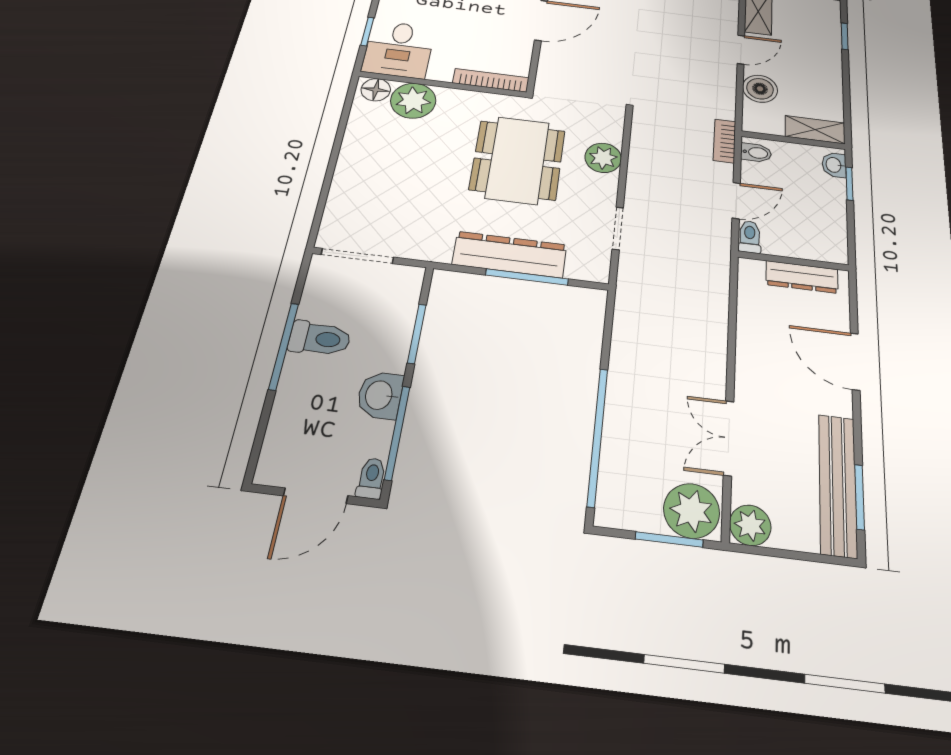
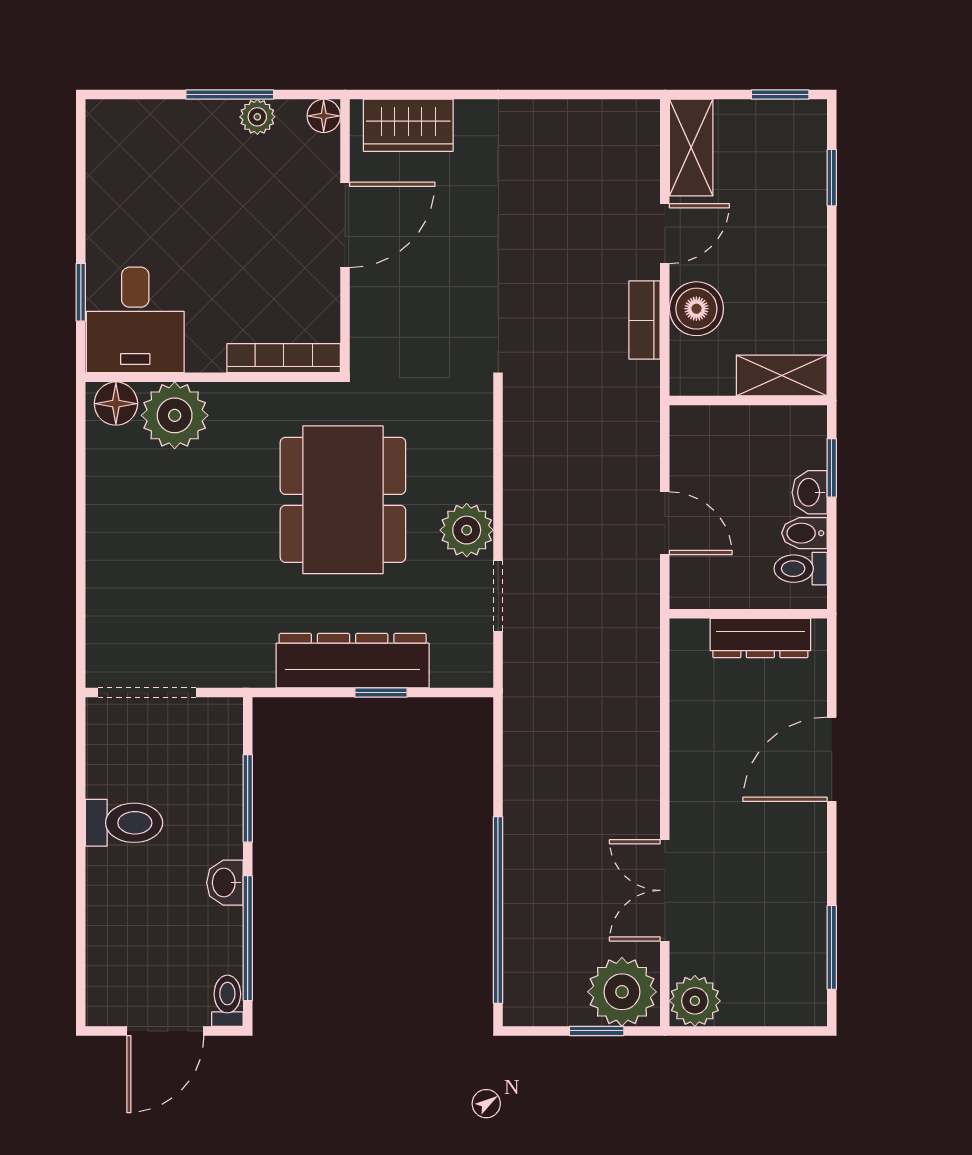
bookcase: (725, 141) -> (645, 320), moved
bidet: (756, 153) -> (804, 533), moved, turned 180
plant: (603, 158) -> (467, 530), moved
washbasin: (834, 165) -> (810, 492), moved
door: (736, 201) -> (665, 523), hinge flipped
toilet: (750, 237) -> (801, 569), moved, turned -90
window: (527, 277) -> (381, 693), width x0.46
window: (284, 346) -> (81, 840), removed
door: (855, 362) -> (832, 759), hinge flipped
washbasin: (380, 395) -> (225, 883), width x0.72, depth x0.69
bench: (838, 485) -> (804, 935), removed
window: (669, 540) -> (597, 1031), width x0.67

